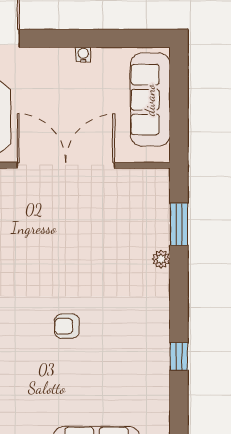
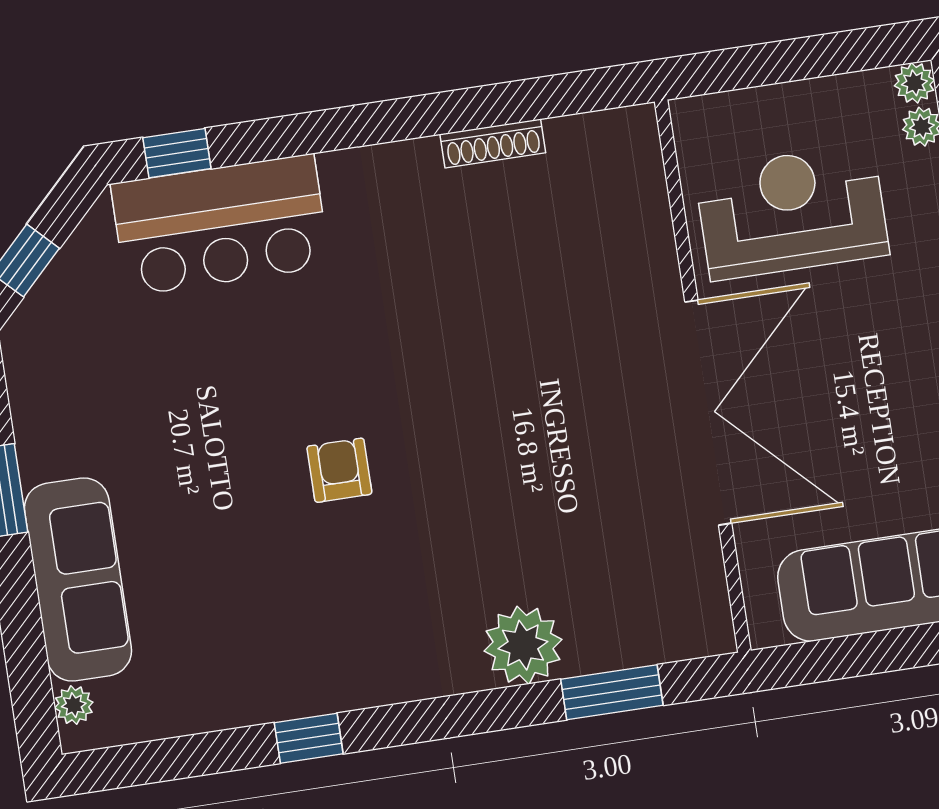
plant: (161, 259) -> (523, 645), width x1.88, depth x1.88

